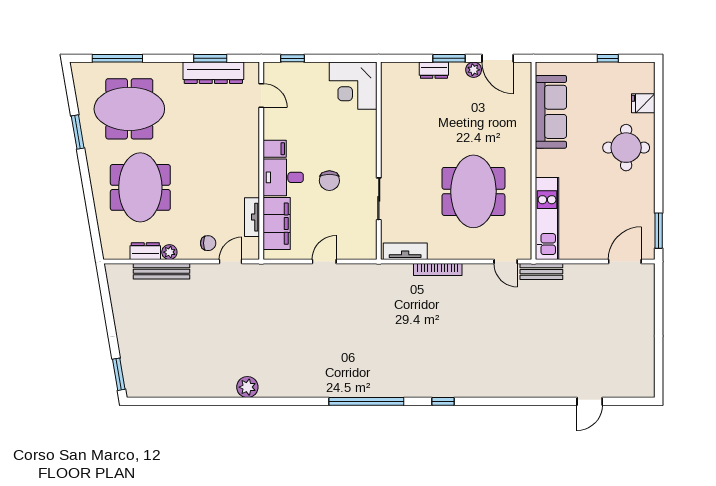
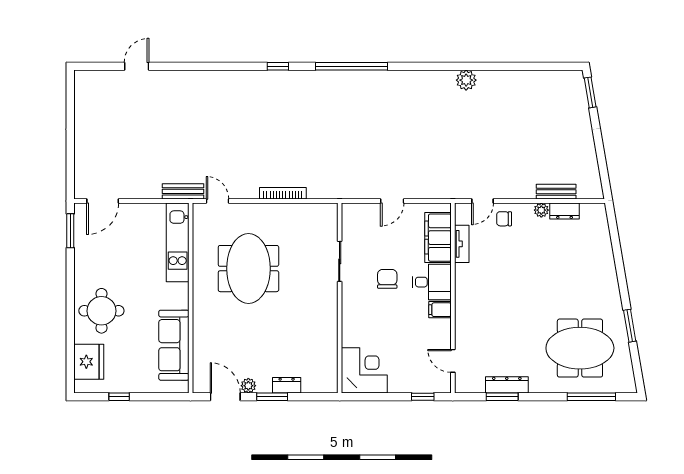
dresser: (213, 73) -> (507, 385), width x0.73, depth x0.80
fridge: (643, 103) -> (89, 362), width x1.88, depth x1.34
meeting table: (140, 187) -> (569, 272), removed
tv unit: (405, 251) -> (314, 211), removed
bench: (161, 271) -> (556, 192), width x0.73

